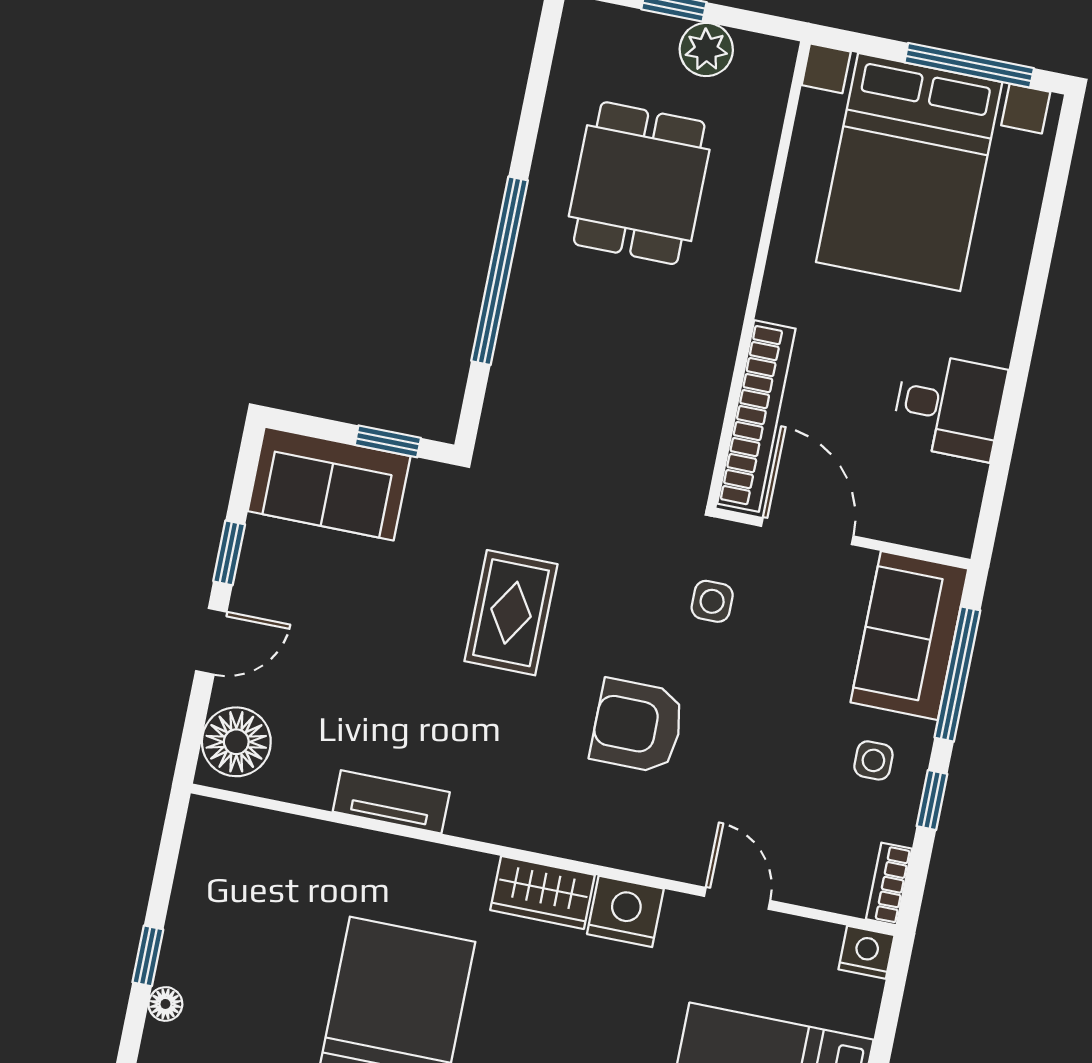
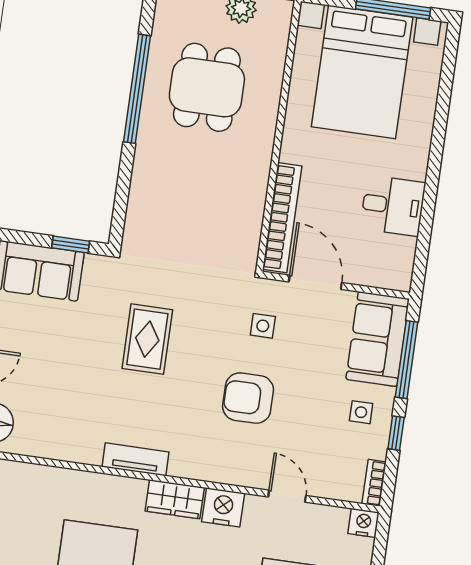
window: (500, 271) -> (137, 89), moved
armchair: (638, 726) -> (248, 398), moved
tv unit: (391, 802) -> (136, 459), moved

